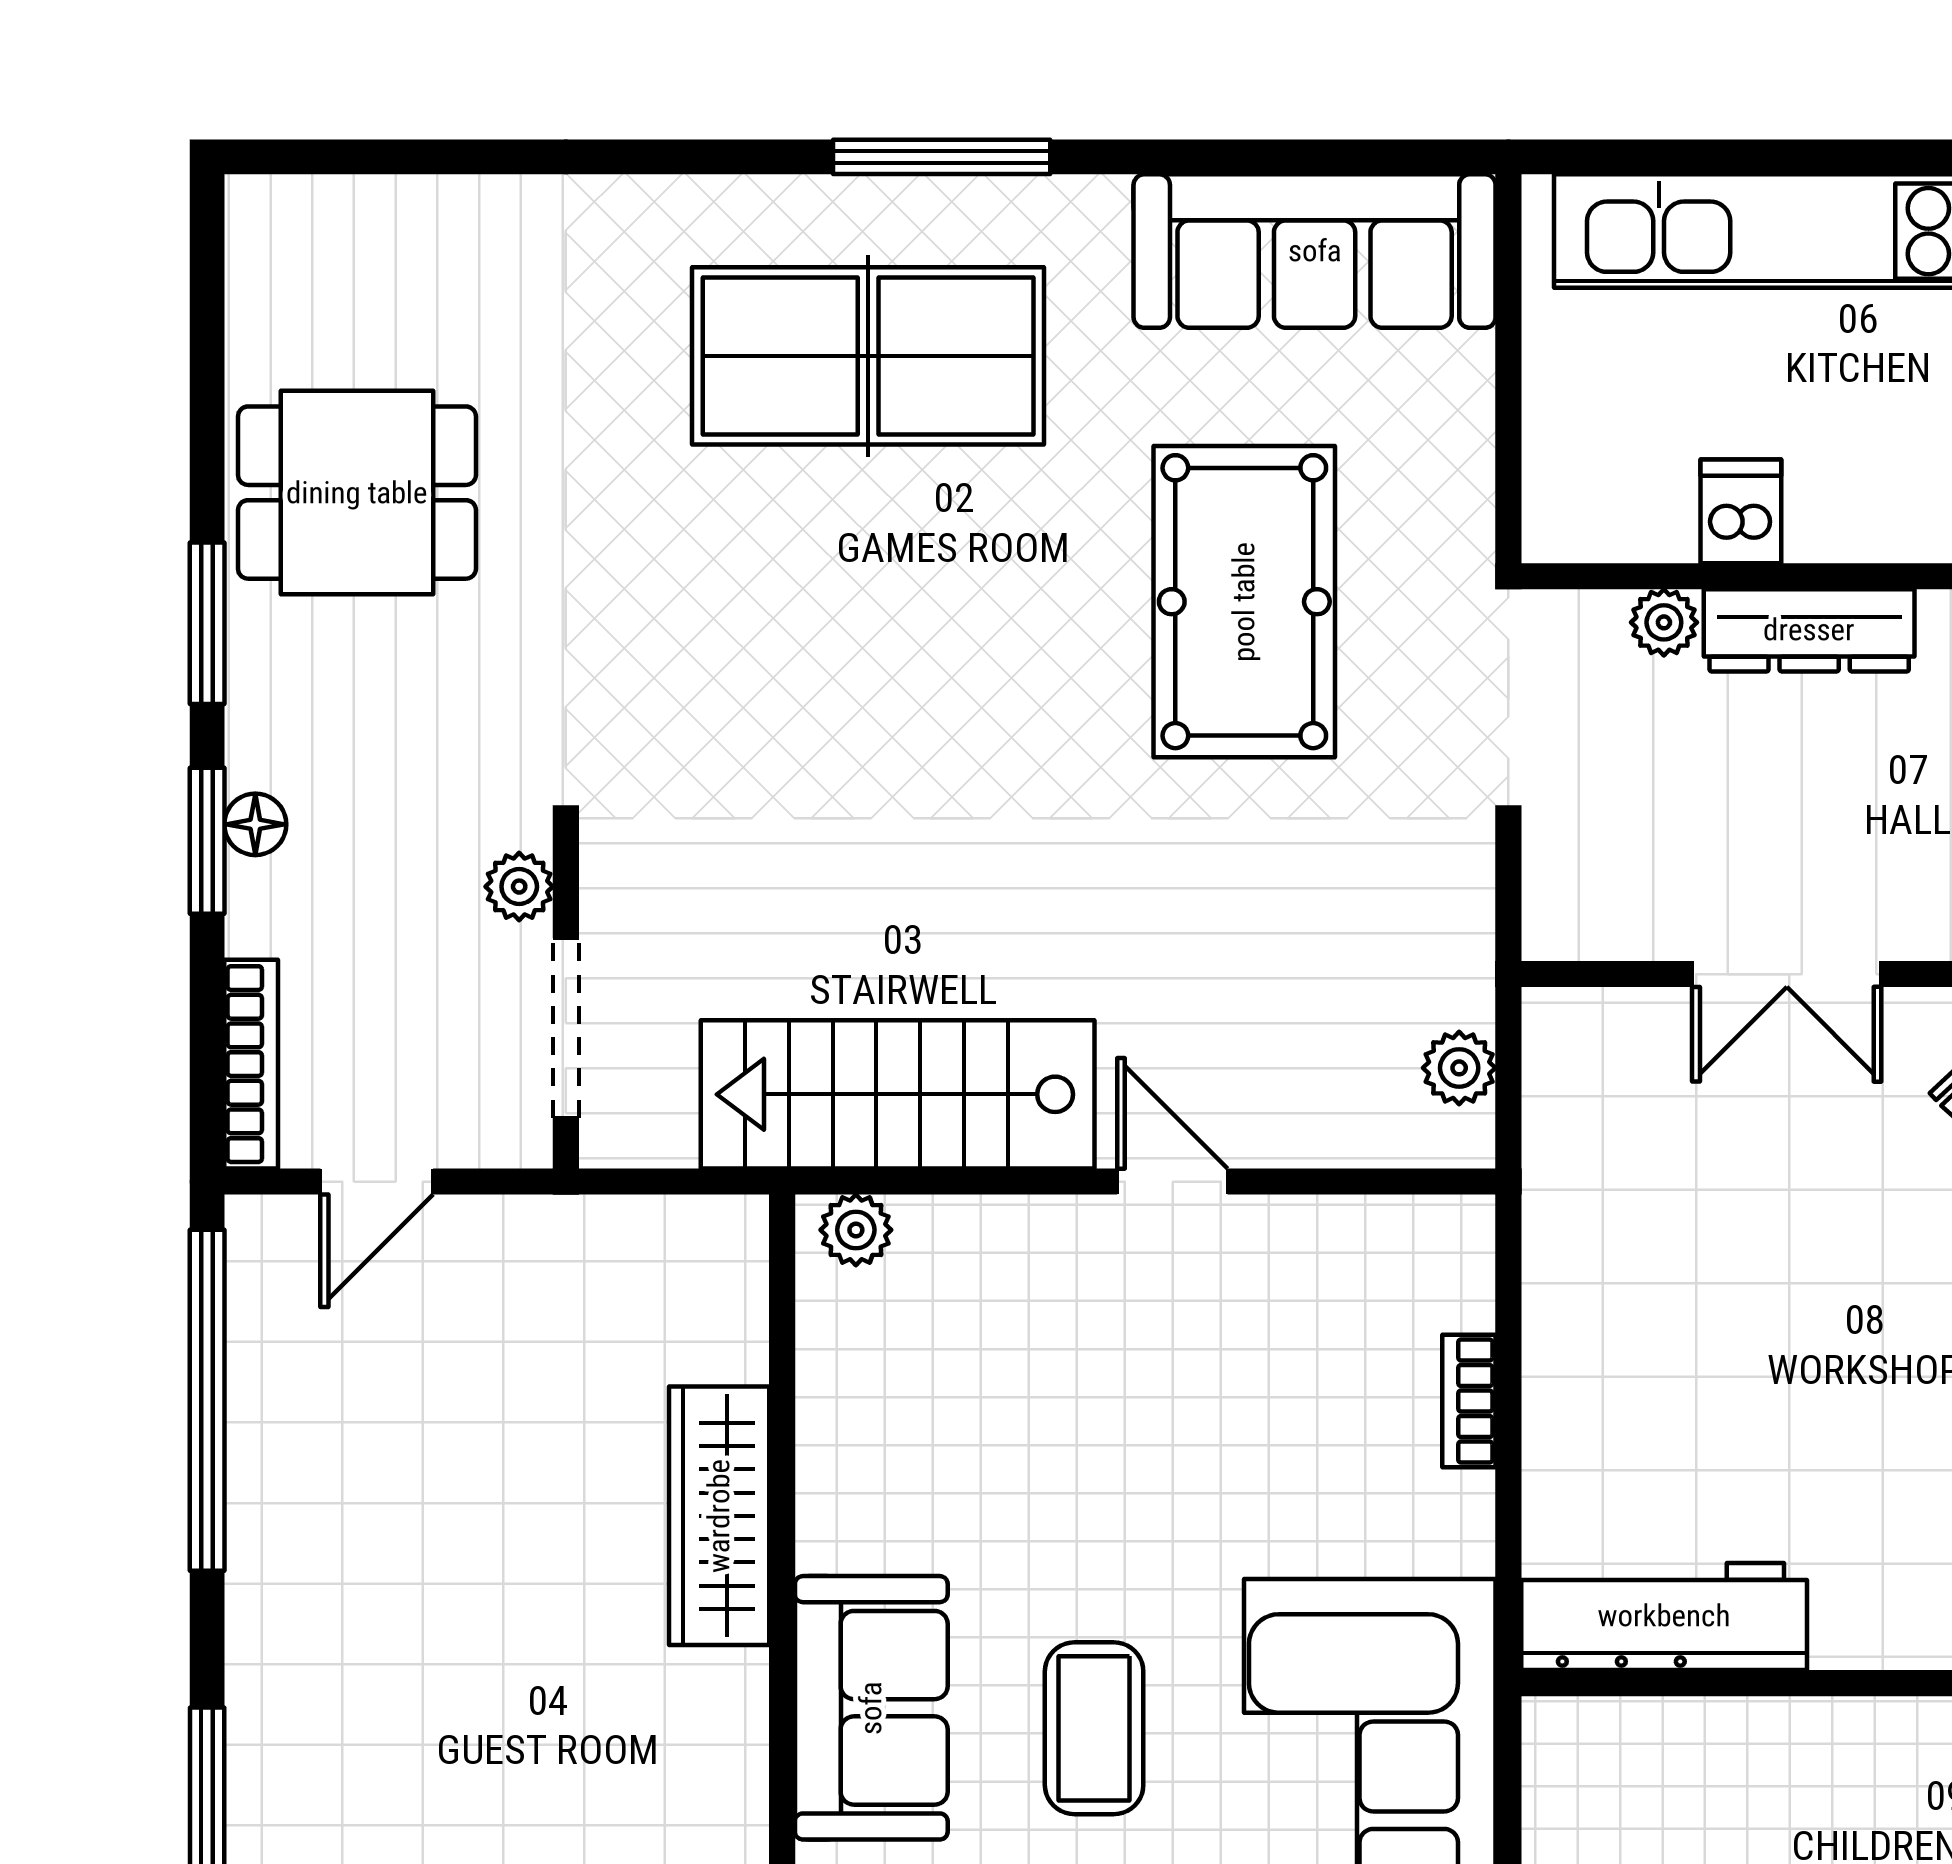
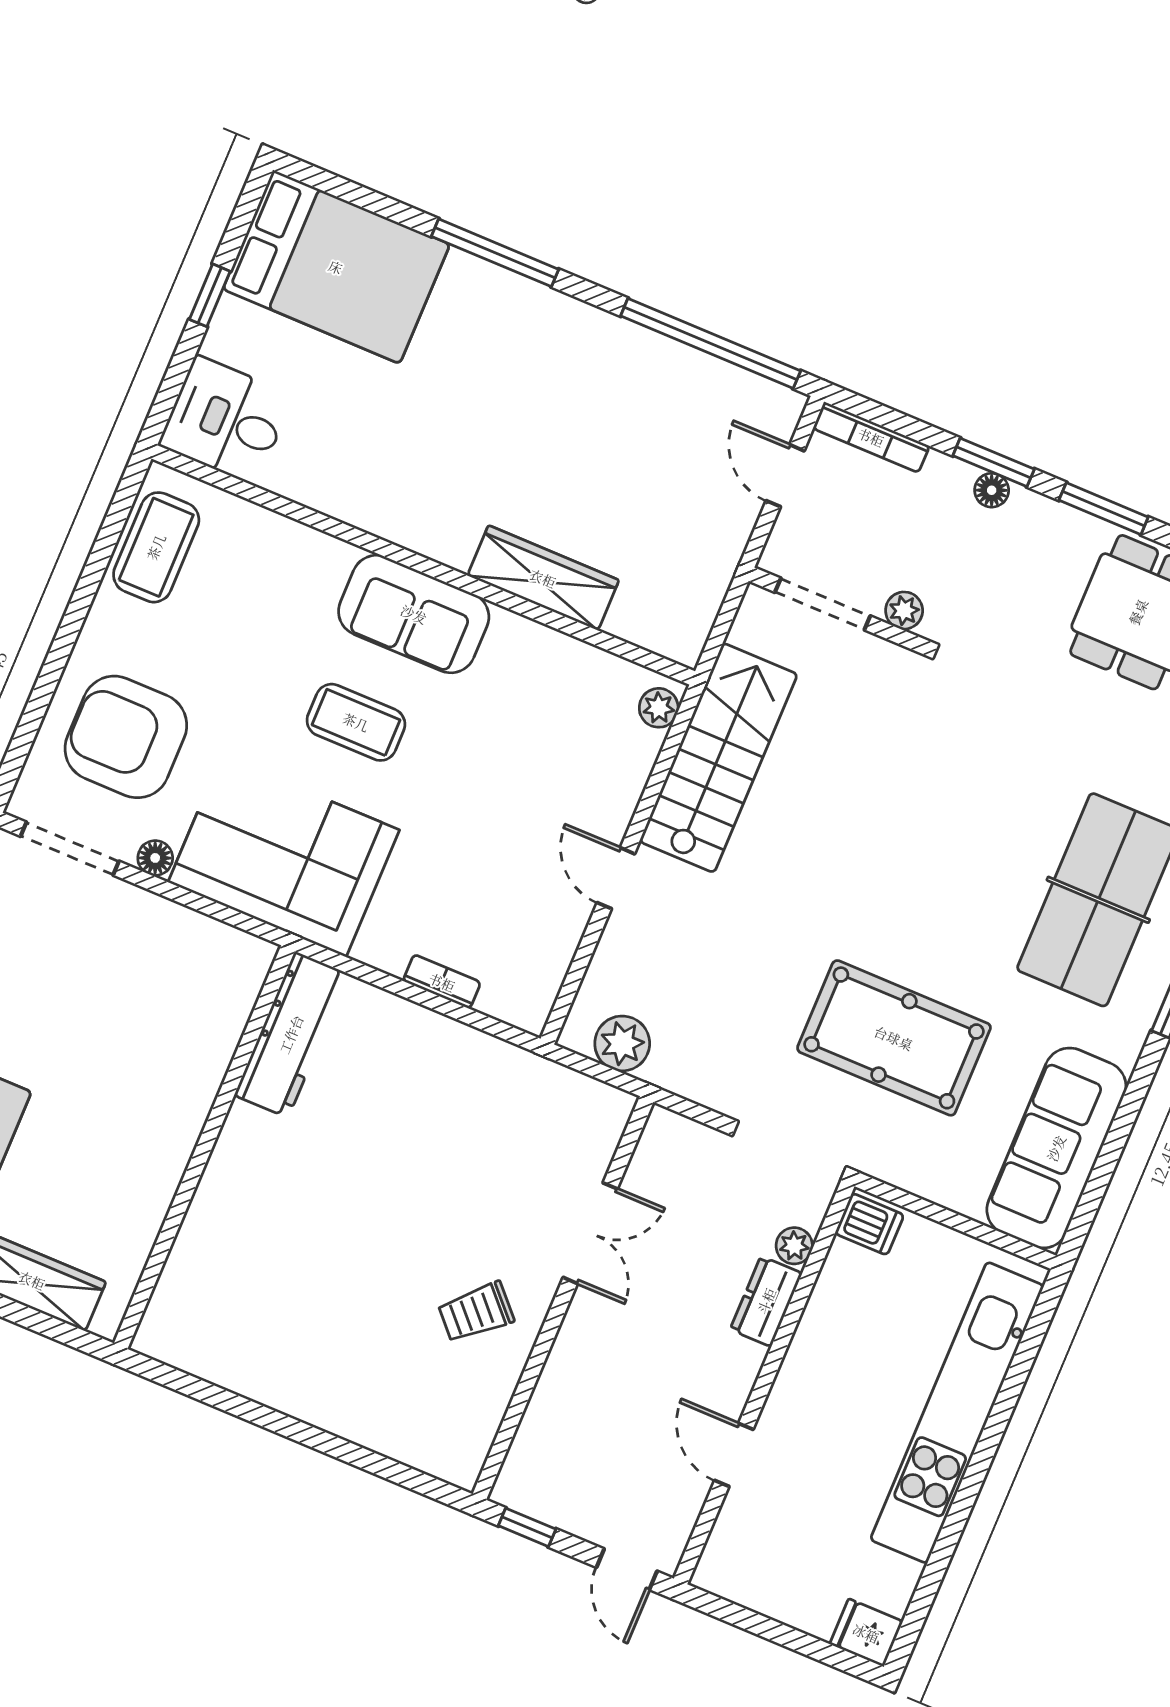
dishwasher: (1741, 511) -> (869, 1224), moved
dresser: (1809, 630) -> (766, 1301), width x0.70
double door: (1787, 974) -> (590, 1233), swing flipped
plant: (1459, 1068) -> (622, 1043), width x1.38, depth x1.38
door: (1172, 1182) -> (616, 878), swing flipped

